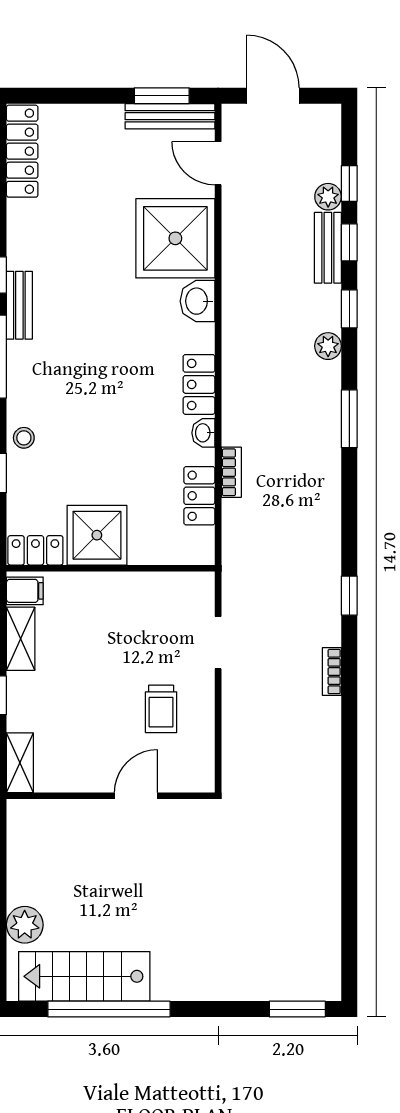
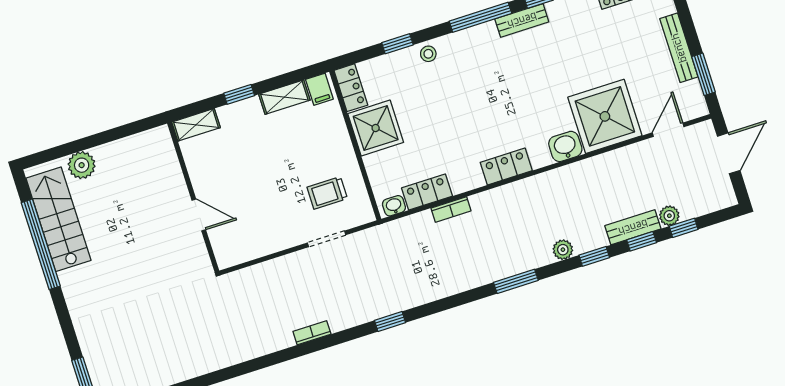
bench: (170, 116) -> (679, 48), moved
washbasin: (203, 433) -> (394, 206), moved
bookcase: (332, 672) -> (312, 333), moved
trolley: (161, 709) -> (327, 193), moved

